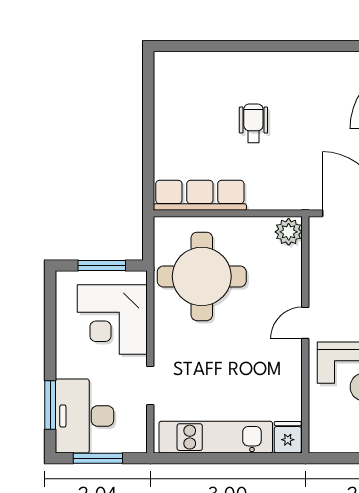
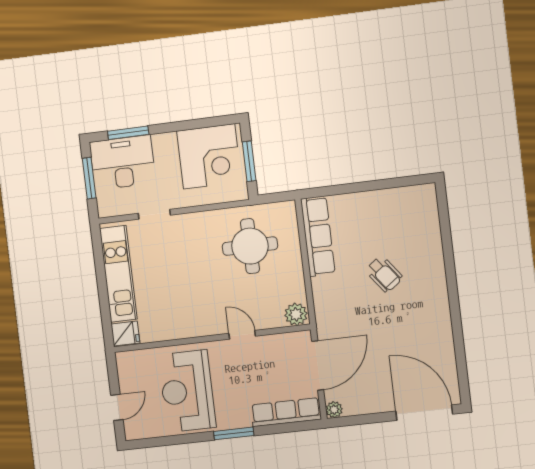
wheelchair: (253, 123) -> (384, 274), turned 53
round table: (202, 276) -> (250, 246), width x0.73, depth x0.73
corner desk: (112, 319) -> (209, 156), moved, turned 180
door: (305, 323) -> (242, 335), moved

